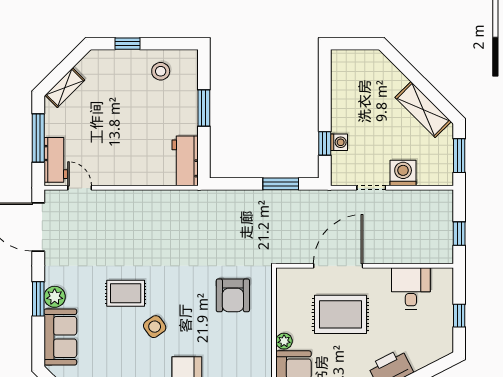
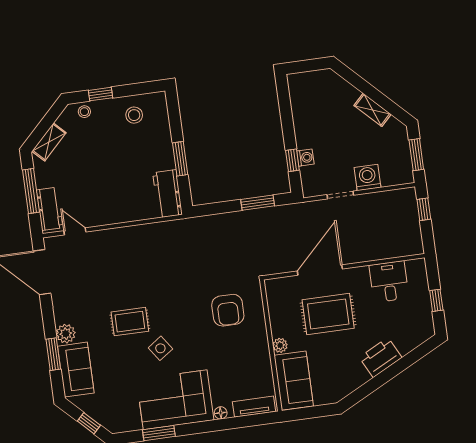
stool: (108, 60) -> (84, 112), added
window: (204, 108) -> (180, 159), moved
shelving: (423, 109) -> (372, 110), width x0.67, depth x0.75
window: (459, 234) -> (424, 209), moved
window: (38, 299) -> (53, 354), moved

